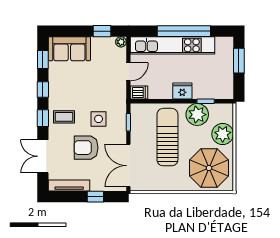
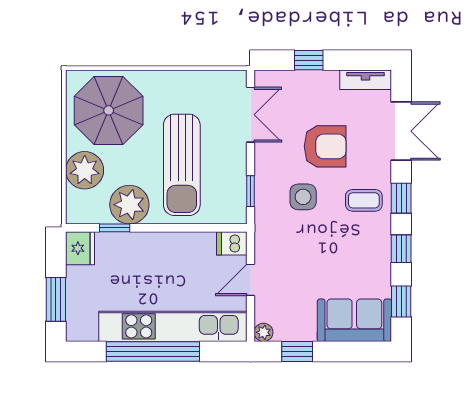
fridge: (182, 91) -> (80, 248), moved, turned -90
double door: (128, 166) -> (251, 115), width x0.73
tv unit: (69, 185) -> (366, 80), width x0.71

